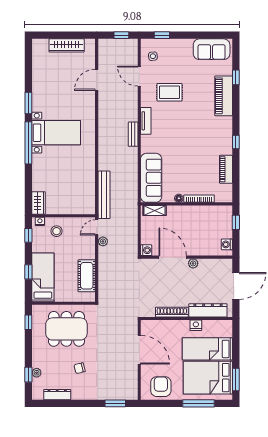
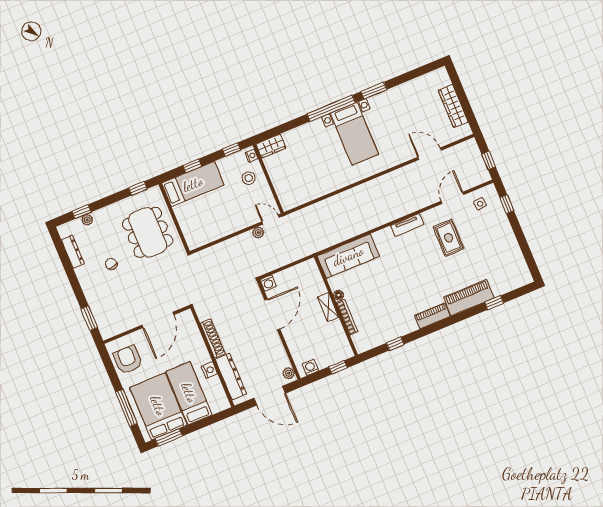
sofa: (212, 49) -> (514, 264), removed
bench: (133, 134) -> (387, 217), removed
window: (236, 142) -> (395, 344), moved
piano: (226, 169) -> (432, 316), moved
bench: (104, 195) -> (309, 213), removed
shelving: (155, 211) -> (328, 307), moved
plant: (193, 263) -> (289, 373), moved
cot: (87, 276) -> (214, 230), removed
armchair: (161, 387) -> (128, 360), turned -90

